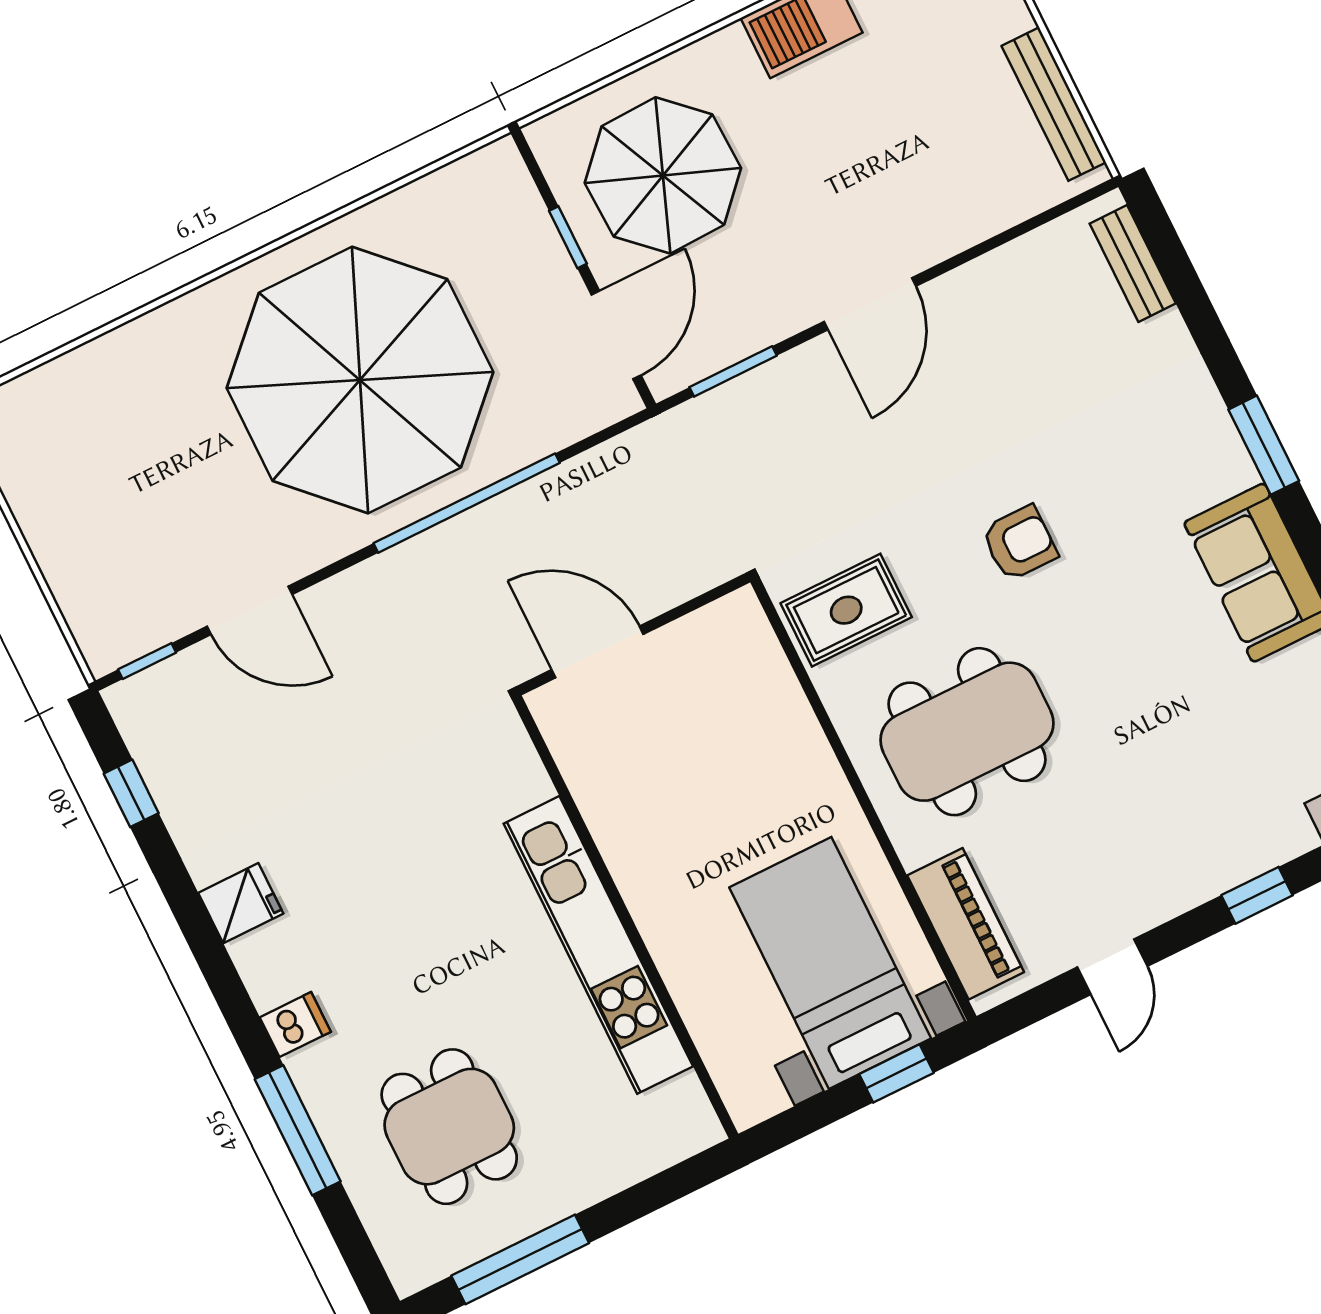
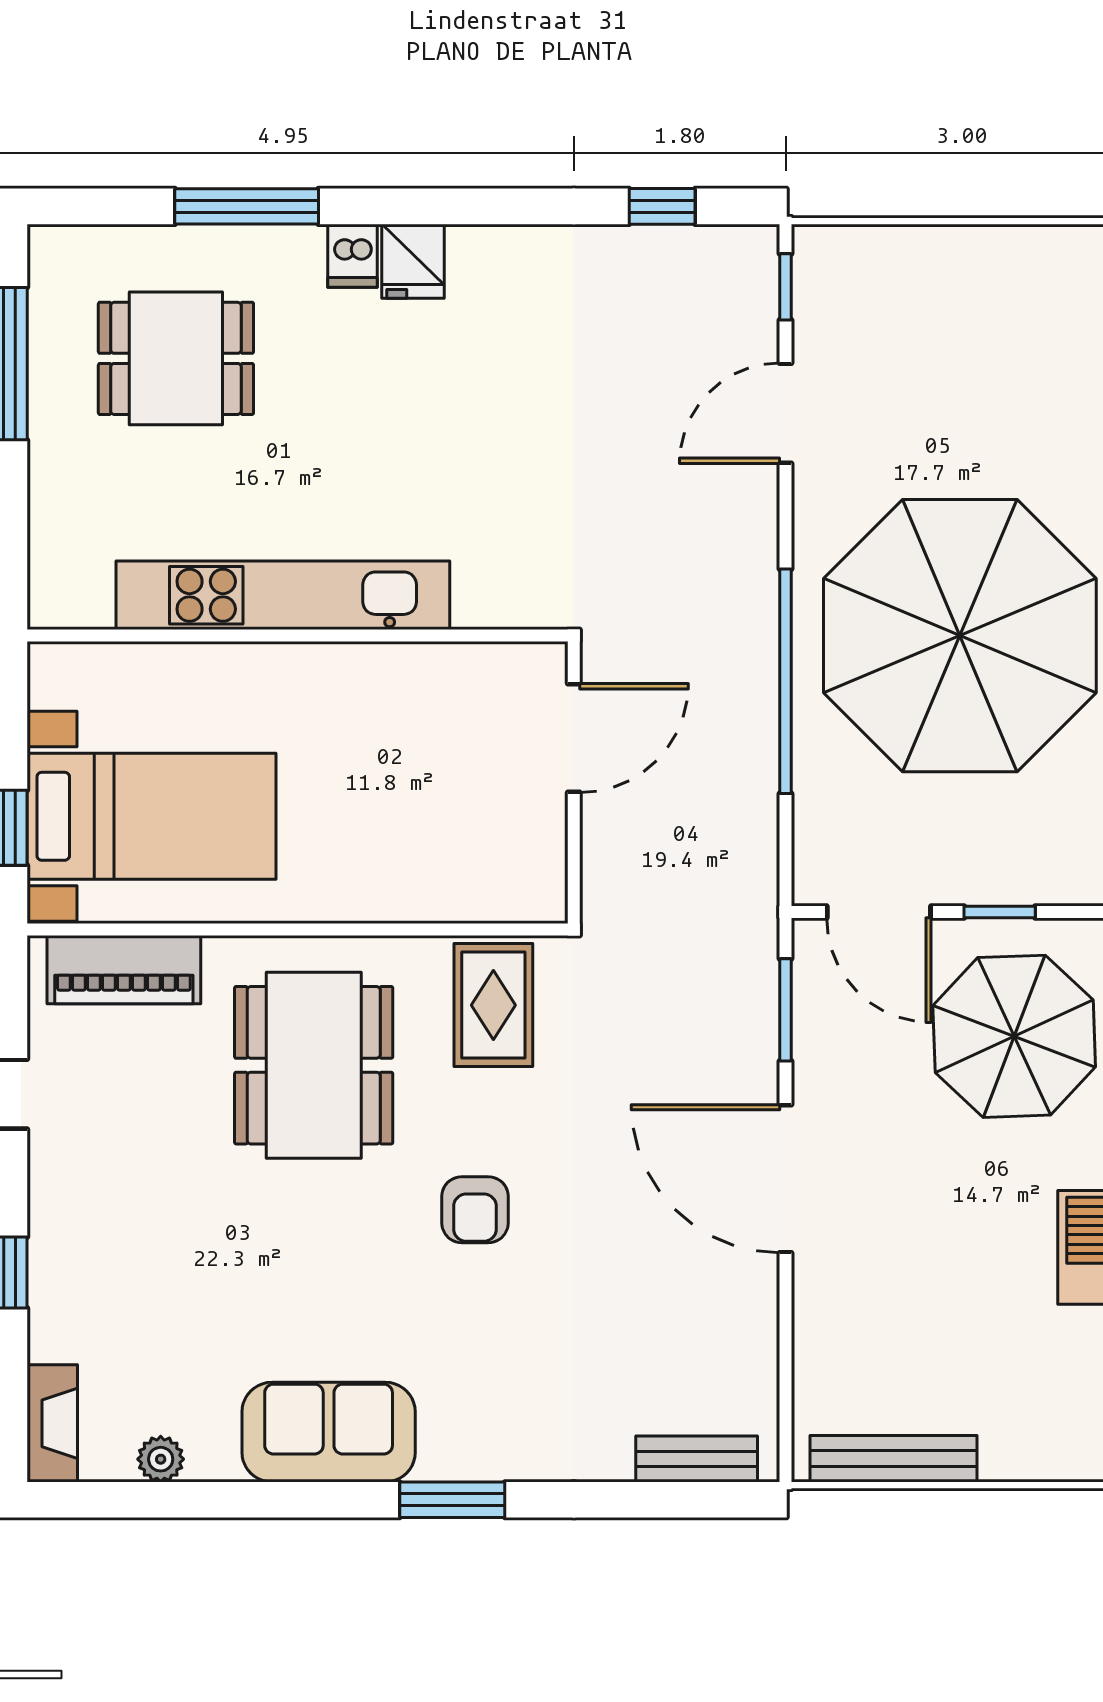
door: (870, 304) -> (786, 1179), width x1.36
fridge: (241, 903) -> (413, 261), moved

